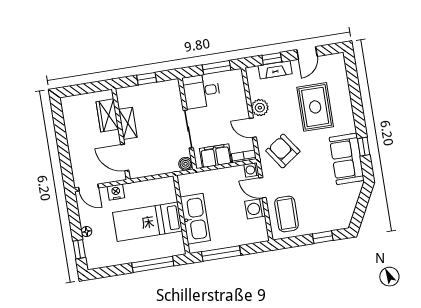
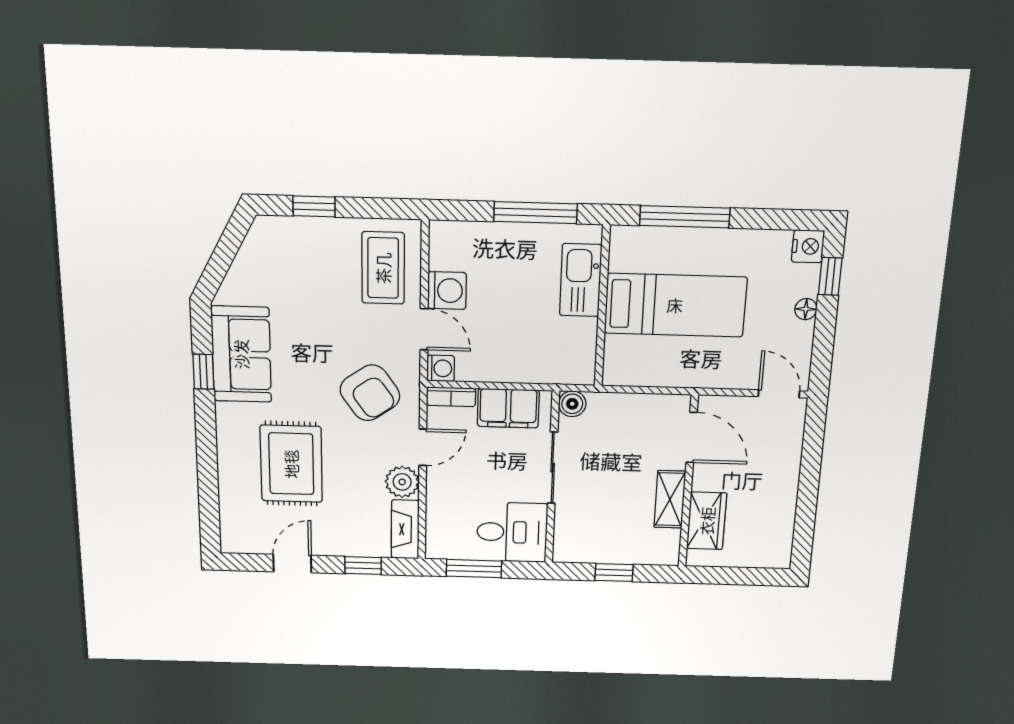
fireplace: (275, 70) -> (405, 529), moved, turned -90
door: (253, 128) -> (423, 447), hinge flipped
nightstand: (116, 192) -> (808, 246), moved, turned -90
kitchen sink: (195, 219) -> (581, 280), width x0.73, depth x0.81

